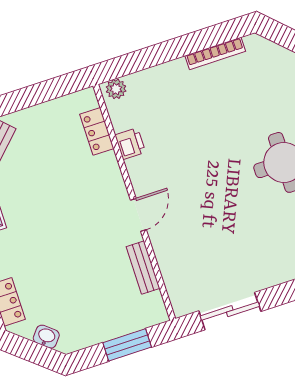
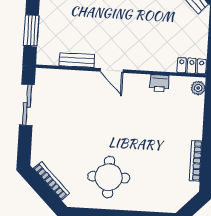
locker: (97, 131) -> (192, 66), moved

